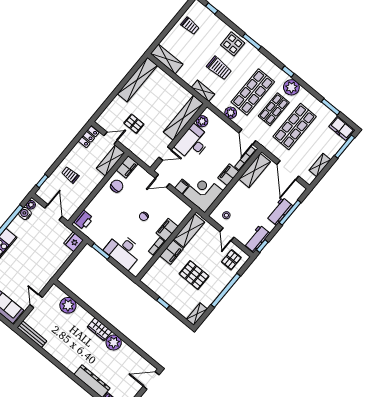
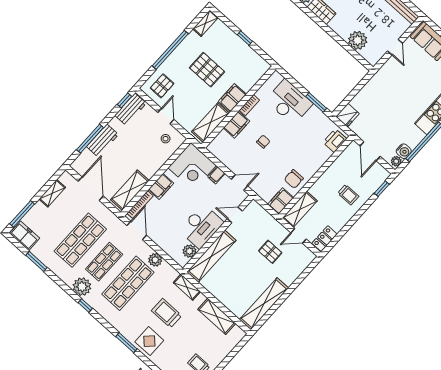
shelving: (167, 59) -> (217, 316), moved

